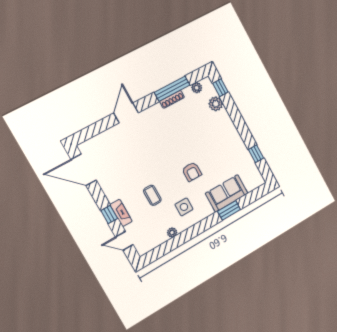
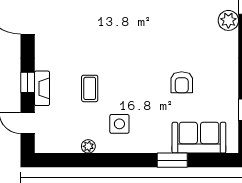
armchair: (192, 172) -> (182, 82), moved
sofa: (227, 193) -> (199, 138), moved

